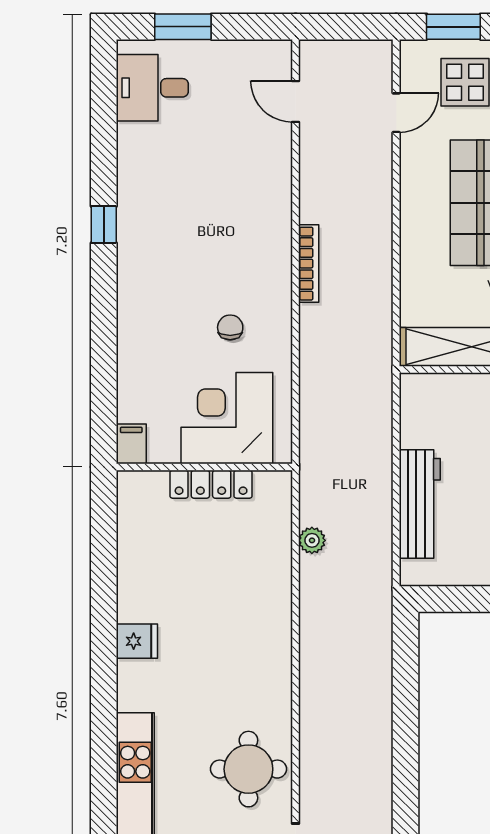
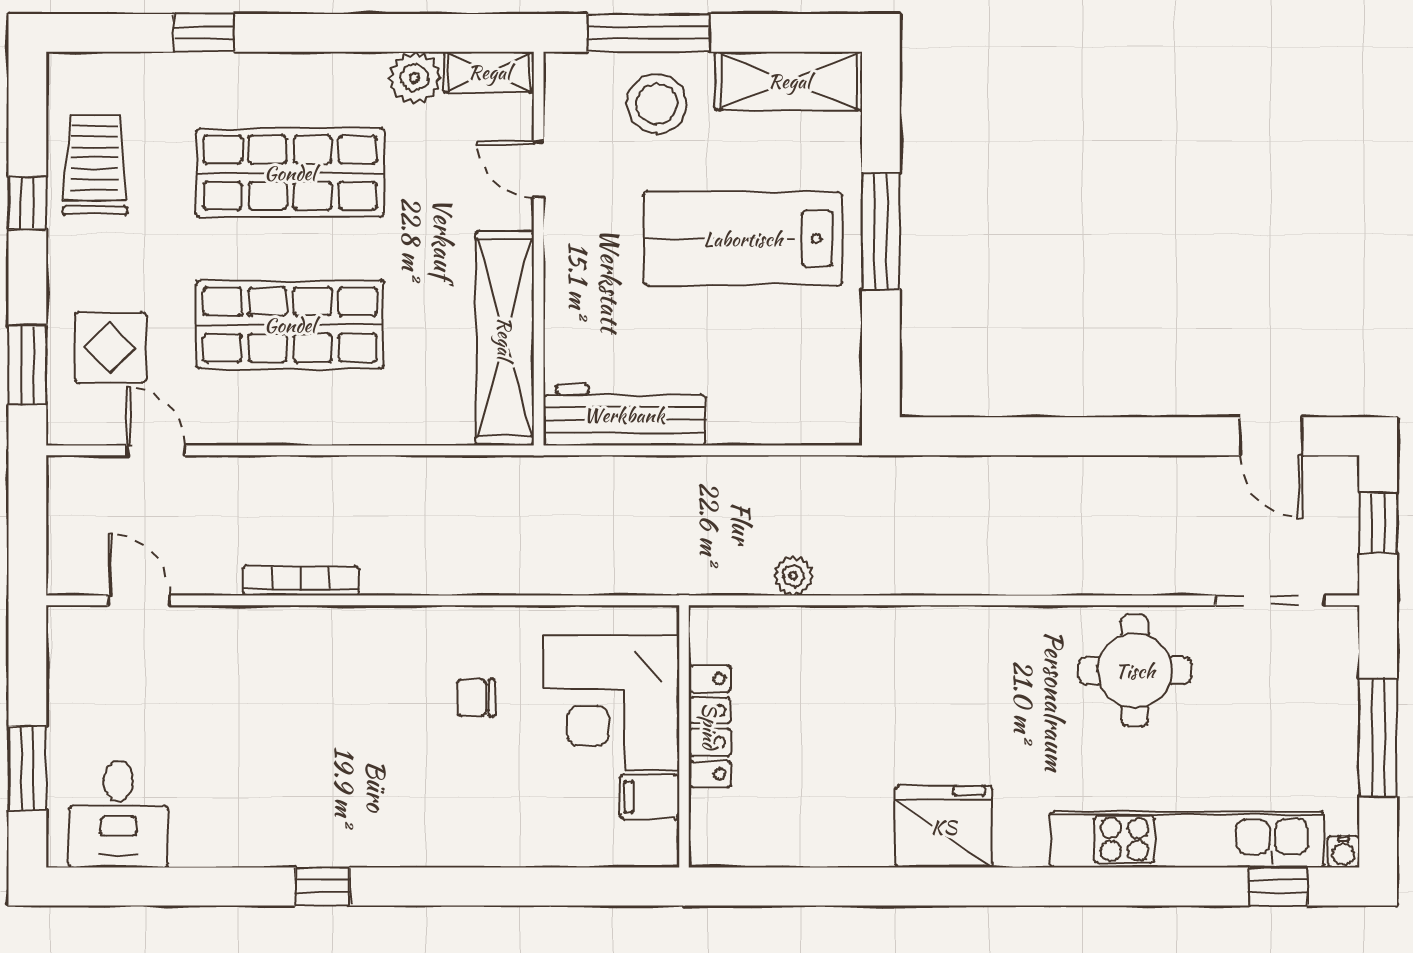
door: (296, 101) -> (139, 600), swing flipped
bookcase: (309, 264) -> (301, 581), moved
filing cabinet: (131, 444) -> (650, 797), moved
workbench: (420, 504) -> (624, 415), moved
fridge: (137, 641) -> (944, 827), width x1.88, depth x1.34

